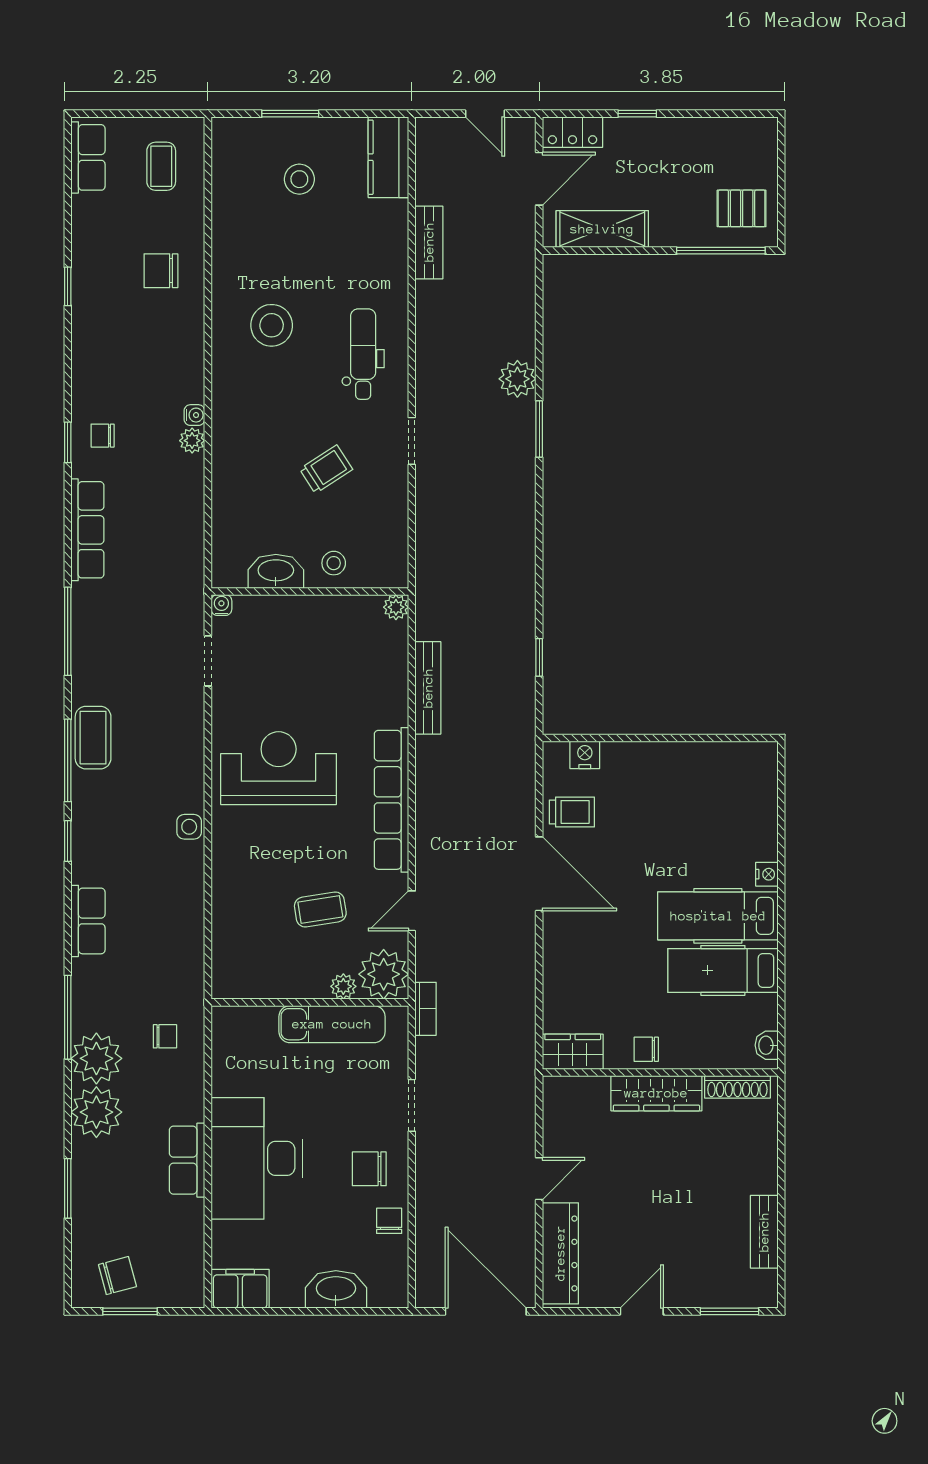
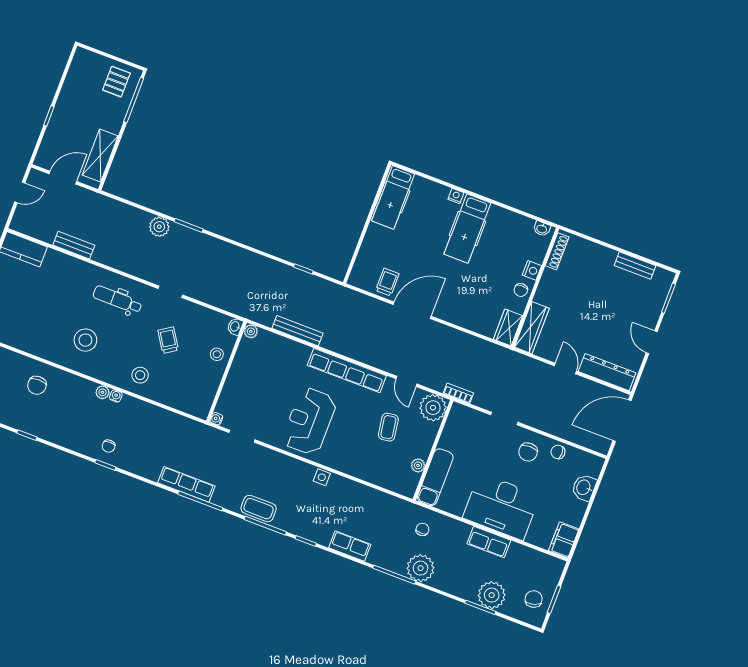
locker: (573, 132) -> (46, 152), removed
stool: (299, 179) -> (140, 375), moved
door: (539, 179) -> (63, 178), hinge flipped
plant: (192, 441) -> (103, 392), moved
row of seats: (87, 530) -> (186, 484), moved
washbasin: (276, 571) -> (235, 326), moved, width x0.52, depth x0.69
nightstand: (585, 755) -> (532, 270), moved, turned 180
hospital bed: (723, 970) -> (393, 197), moved
plant: (343, 986) -> (418, 465), moved
exam couch: (332, 1024) -> (435, 477), moved
wardrobe: (656, 1093) -> (532, 328), moved
plant: (96, 1112) -> (492, 595), moved
washbasin: (336, 1289) -> (584, 488), width x0.72

